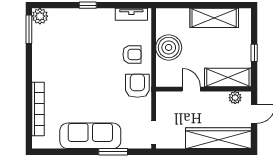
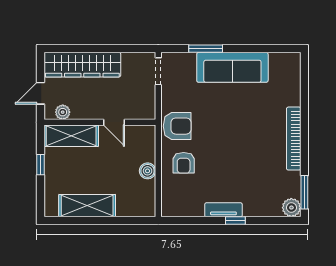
tv unit: (131, 14) -> (223, 210), moved
boiler: (169, 47) -> (148, 171), width x0.54, depth x0.54
armchair: (132, 54) -> (184, 163), turned -90
armchair: (137, 86) -> (177, 126), turned -90
bookcase: (38, 109) -> (294, 139), moved

